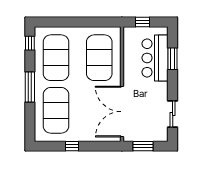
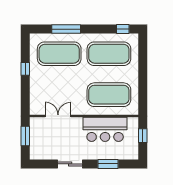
bar counter: (155, 58) -> (105, 129), moved, turned 180
window: (30, 87) -> (66, 29), moved
double door: (122, 112) -> (58, 116), width x0.54
sliding door: (173, 114) -> (70, 164), moved

